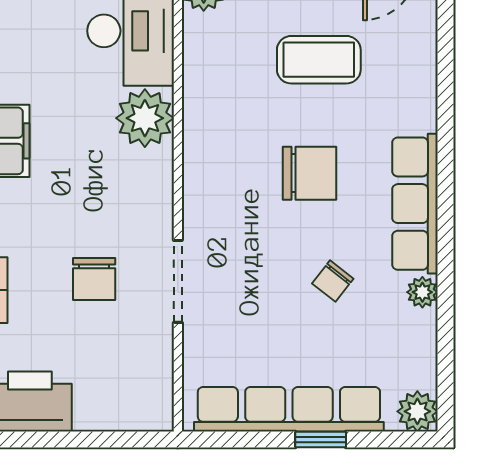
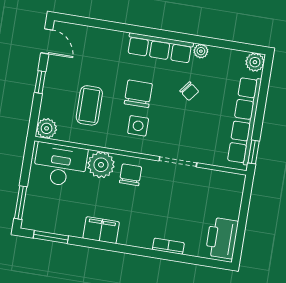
coffee table: (319, 60) -> (89, 105), moved
side table: (241, 184) -> (138, 126), added
chair: (94, 279) -> (131, 175), moved, turned -90
window: (321, 440) -> (254, 152), moved

